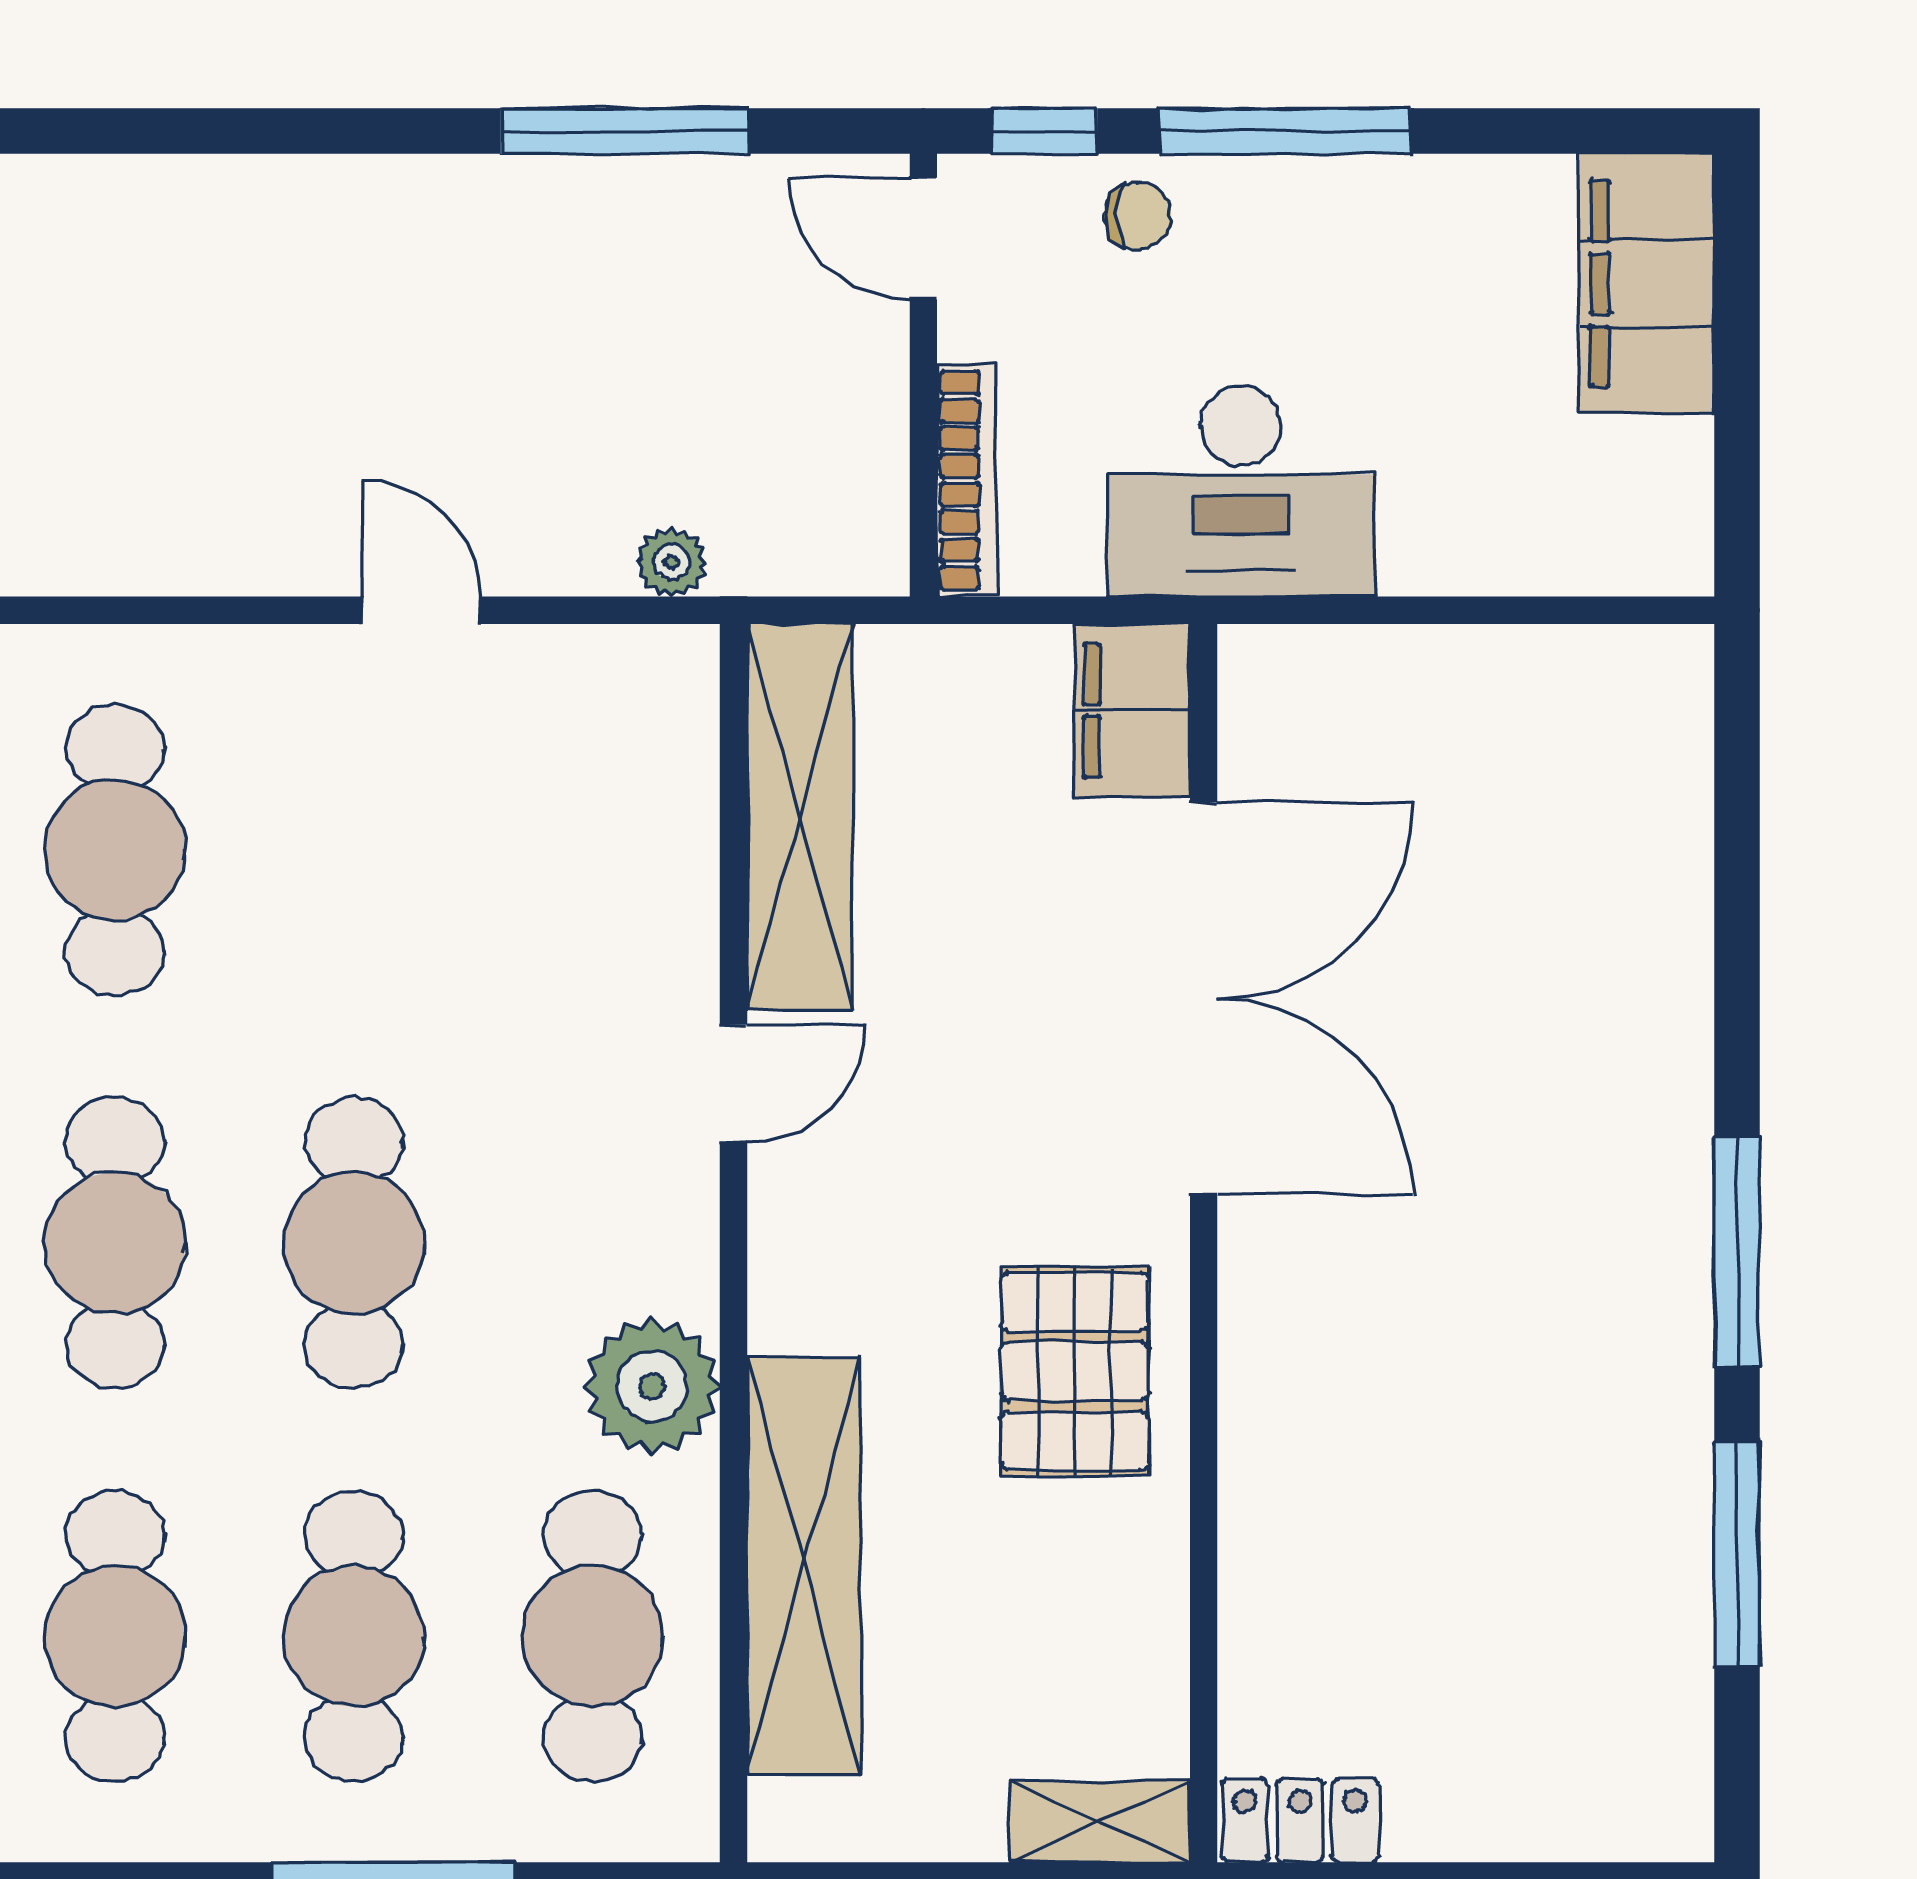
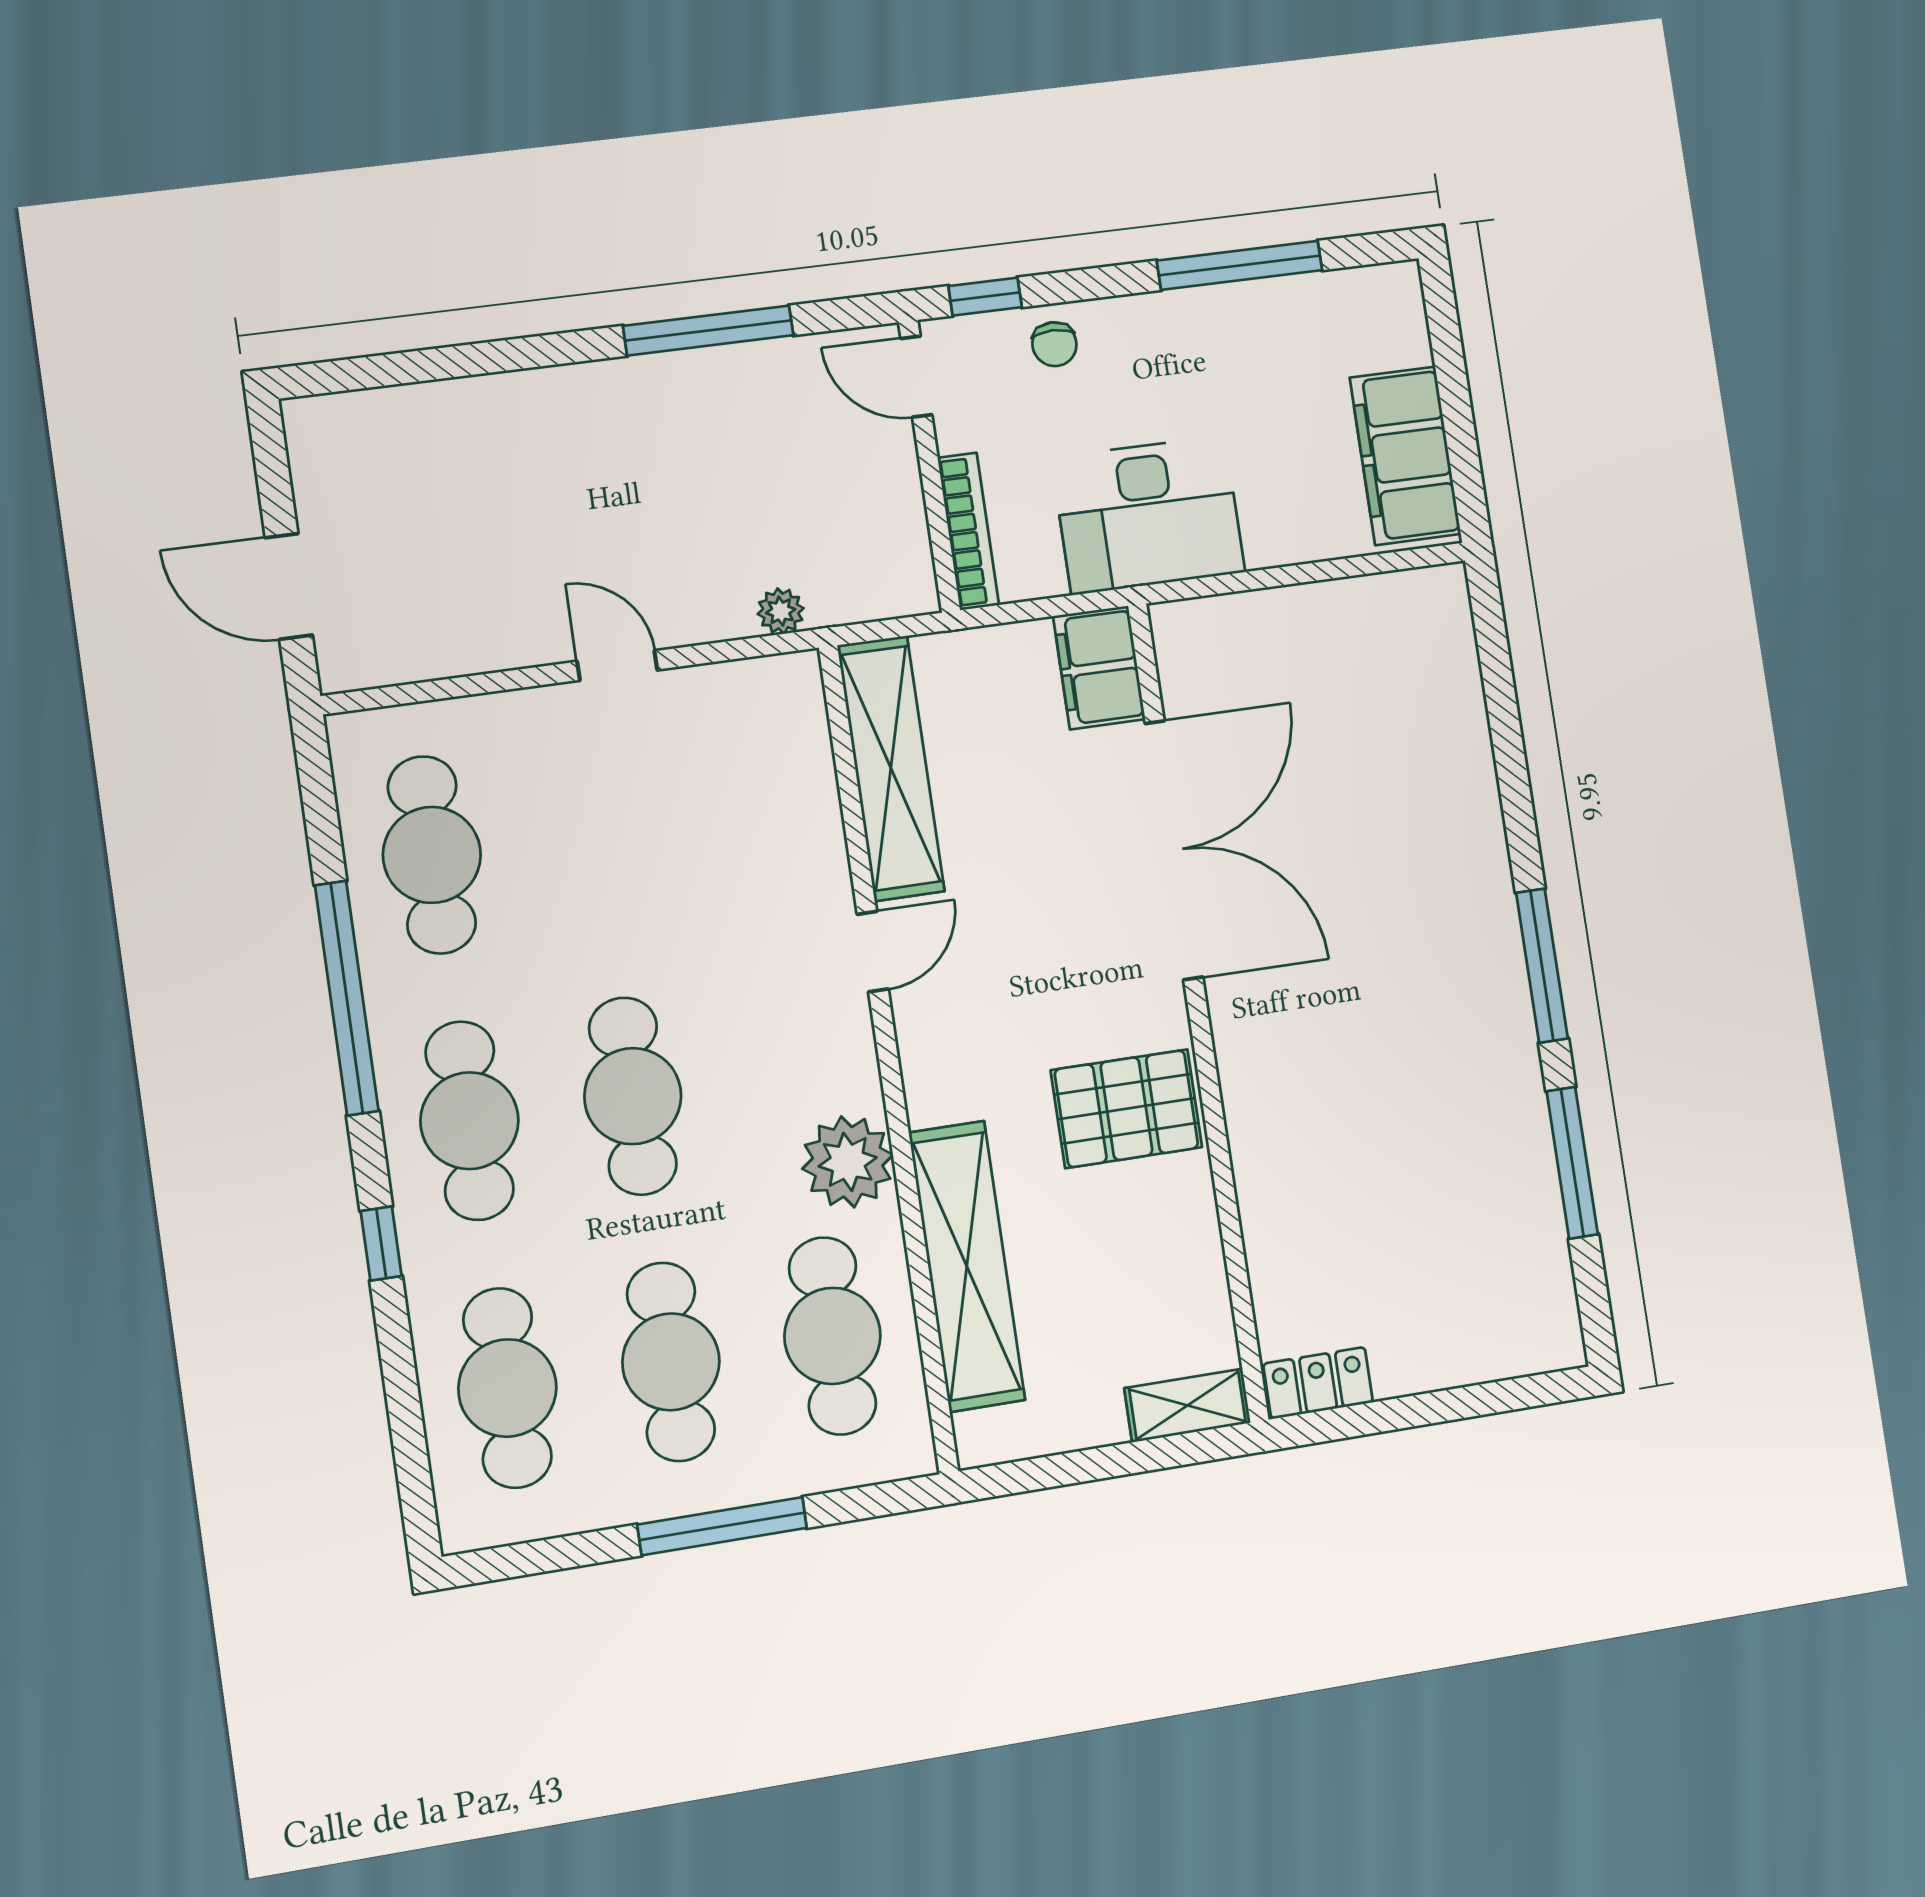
window: (1285, 131) -> (1240, 265), moved
chair: (1138, 216) -> (1054, 344), turned 90
filing cabinet: (1647, 284) -> (1405, 456), moved
pallet: (1075, 1371) -> (1126, 1109), turned 90

